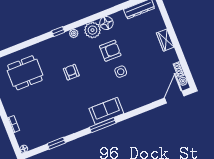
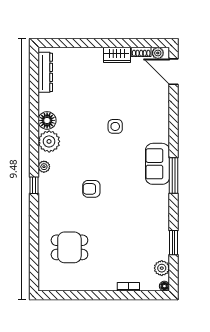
wardrobe: (165, 40) -> (117, 55), moved
armchair: (110, 51) -> (84, 129), removed
dining table: (25, 73) -> (69, 247), width x0.73
plant: (36, 142) -> (162, 268), added

